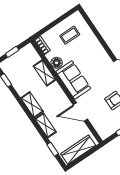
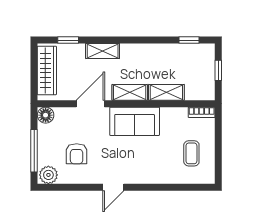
floor lamp: (57, 63) -> (46, 115), moved
shelving: (32, 105) -> (130, 92), moved

